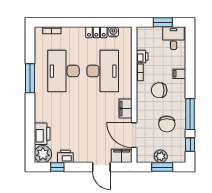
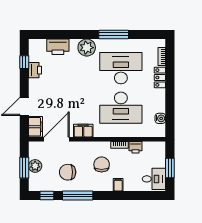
locker: (96, 32) -> (160, 77), moved
plant: (43, 154) -> (87, 48), moved

